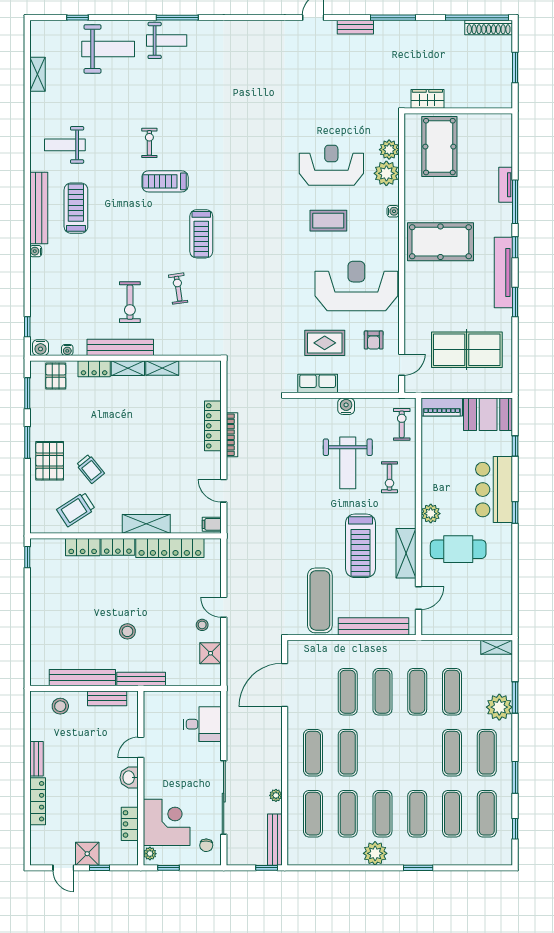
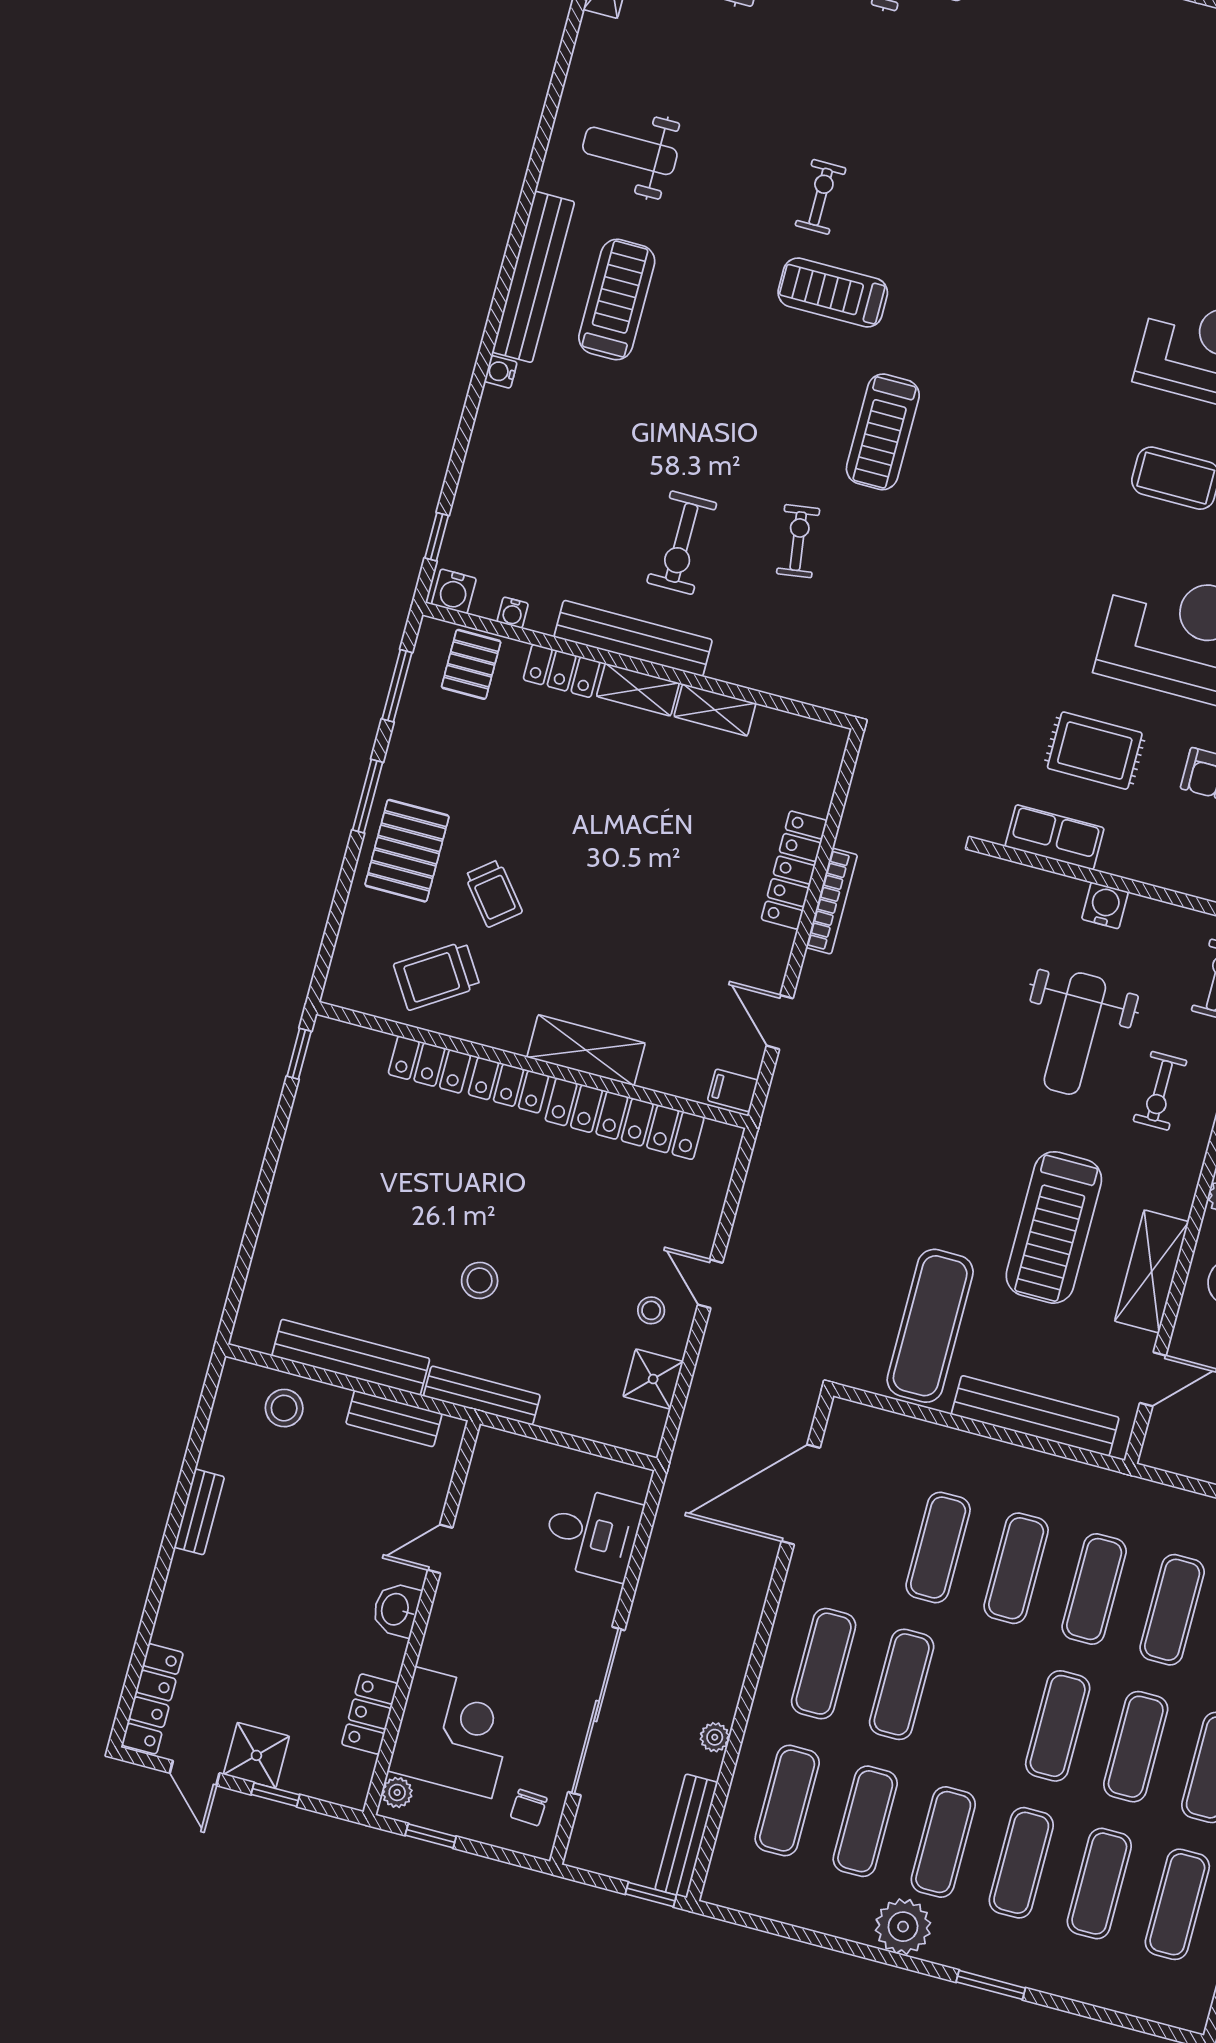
exercise mat: (417, 753) -> (1058, 1726), added
locker: (38, 801) -> (152, 1699), moved

